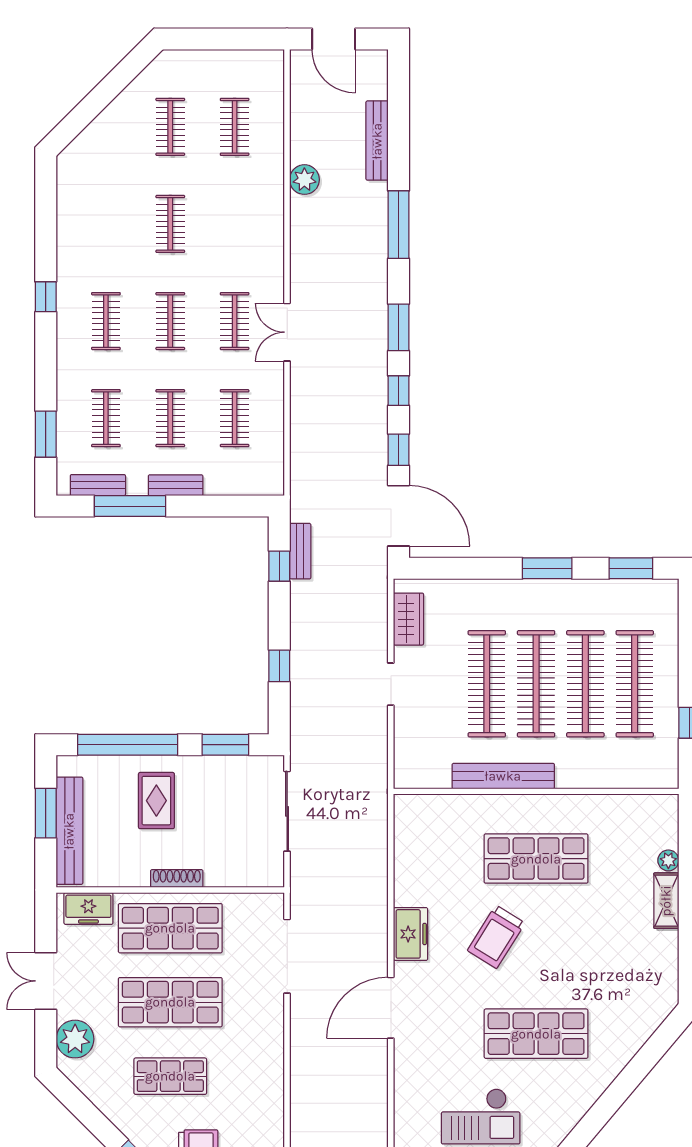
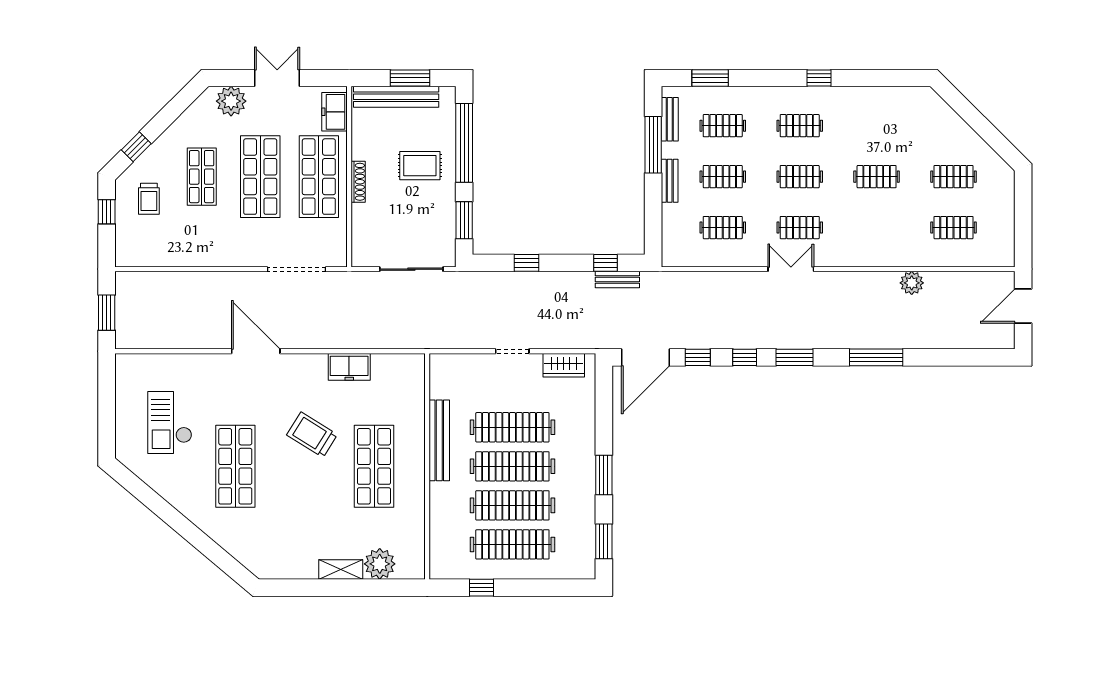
bench: (377, 141) -> (943, 340), removed
plant: (668, 860) -> (380, 564), width x1.88, depth x1.88
freezer: (411, 934) -> (349, 367), moved

